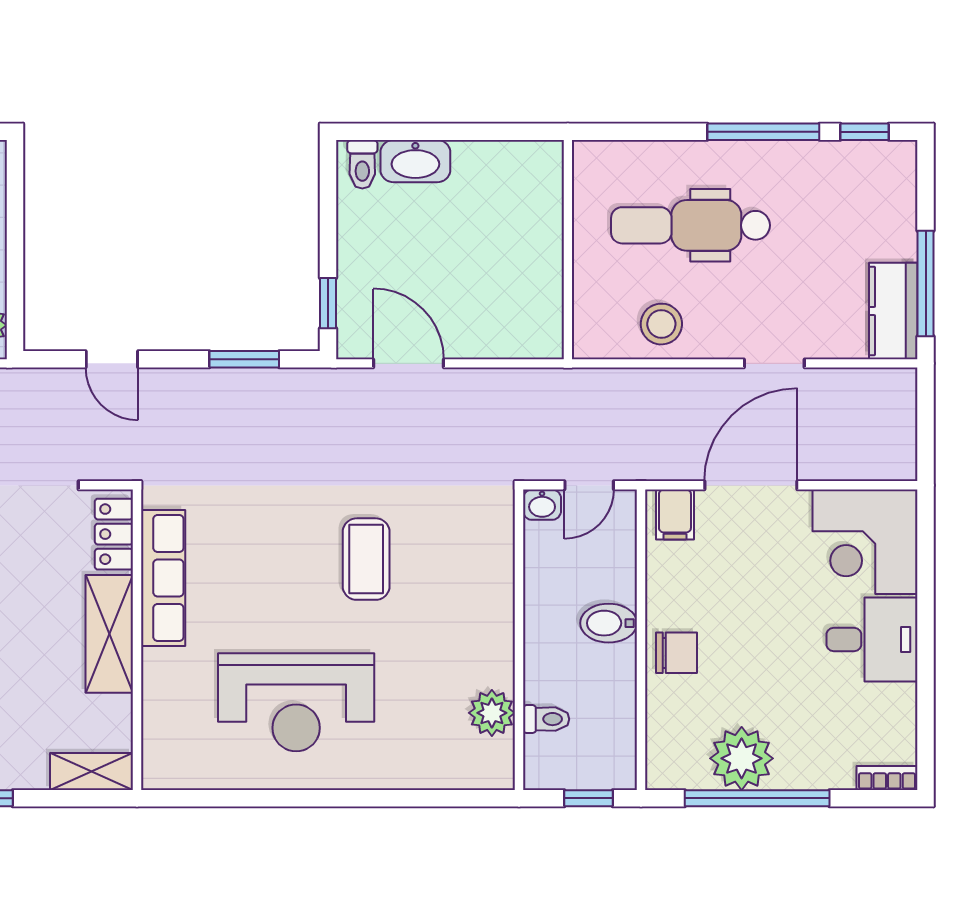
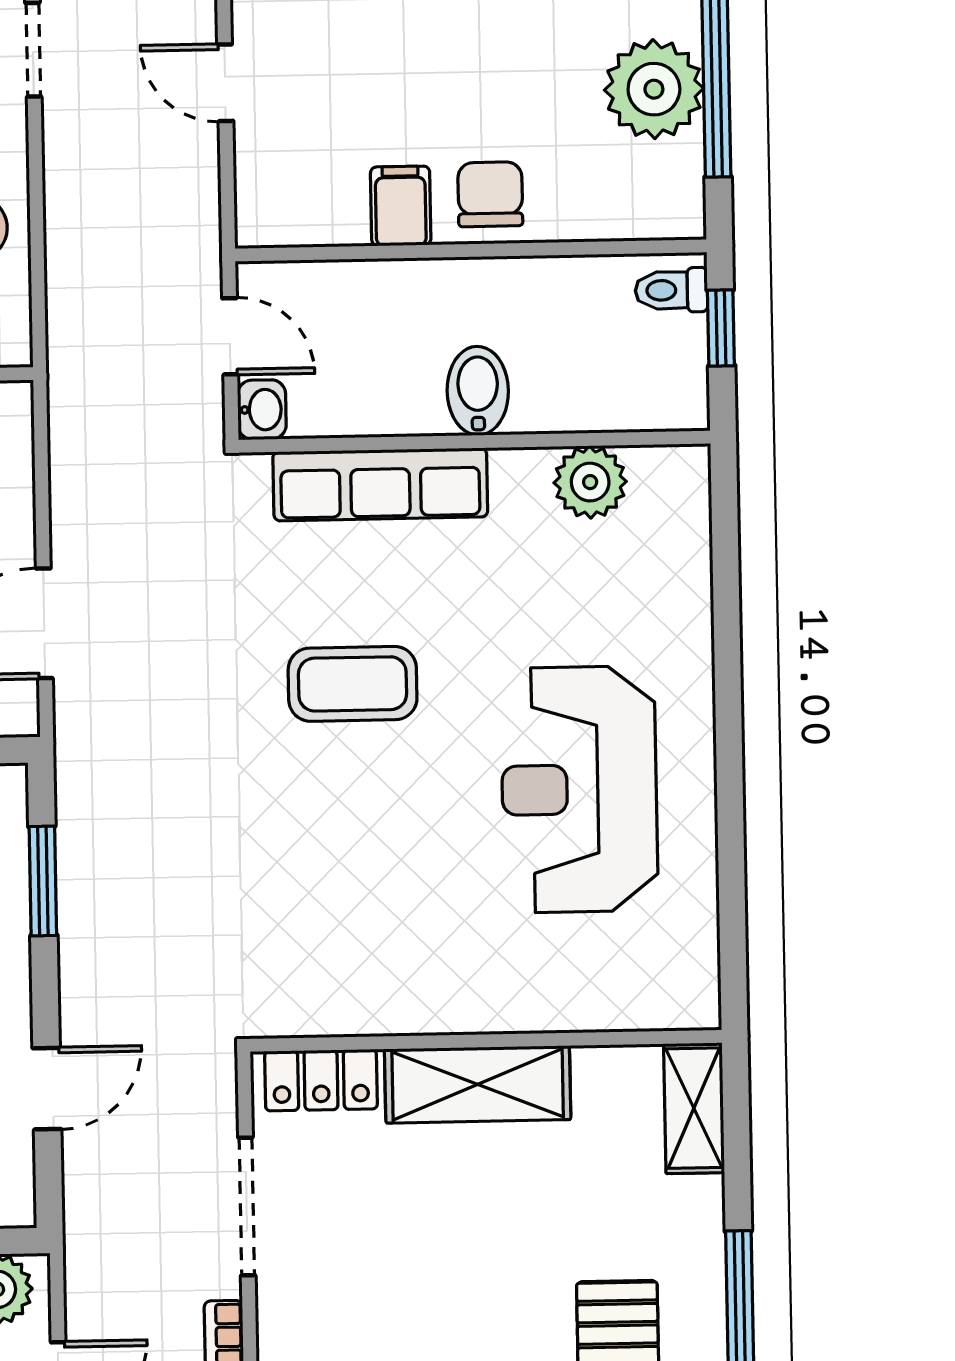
door: (751, 485) -> (225, 83), width x0.53
filing cabinet: (675, 515) -> (401, 206), moved, turned -90
row of seats: (163, 578) -> (380, 484), moved, turned 180
bidet: (609, 623) -> (478, 391), moved, turned 180
reception desk: (296, 702) -> (579, 789), turned 180
toilet: (546, 719) -> (671, 290), moved, turned -90

